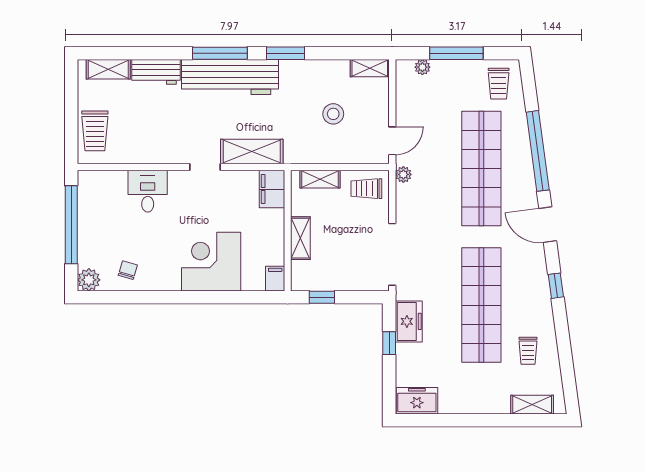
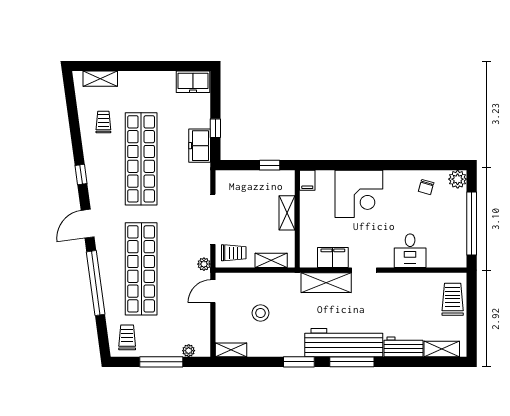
filing cabinet: (272, 189) -> (333, 257), moved, turned -90
door: (548, 225) -> (88, 224), swing flipped
doorway: (392, 254) -> (213, 219), moved

